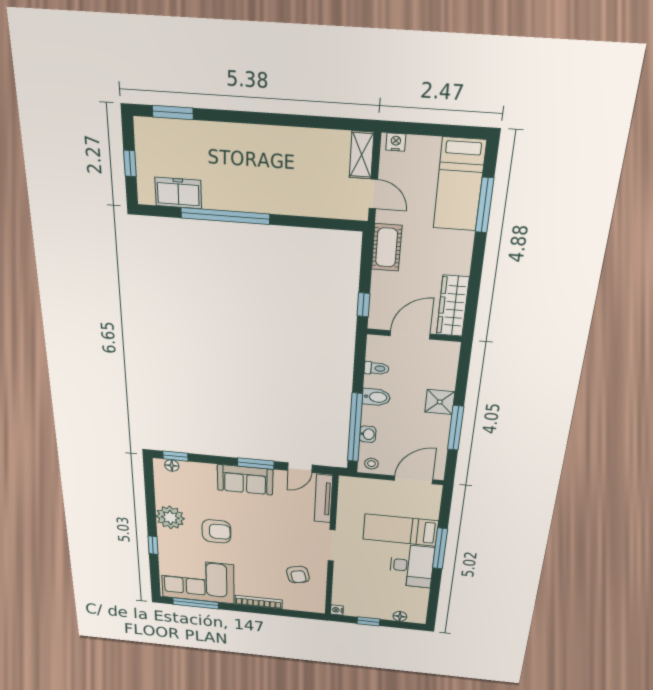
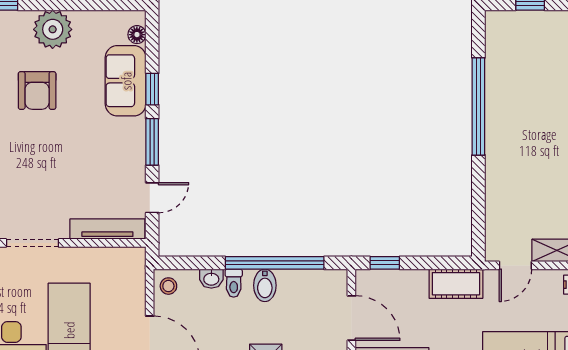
freezer: (178, 193) -> (501, 55), removed
toilet: (377, 368) -> (234, 283), moved
window: (355, 428) -> (275, 263), moved
window: (175, 456) -> (152, 89), moved
door: (300, 468) -> (152, 198), swing flipped
sofa: (245, 480) -> (126, 81), moved

